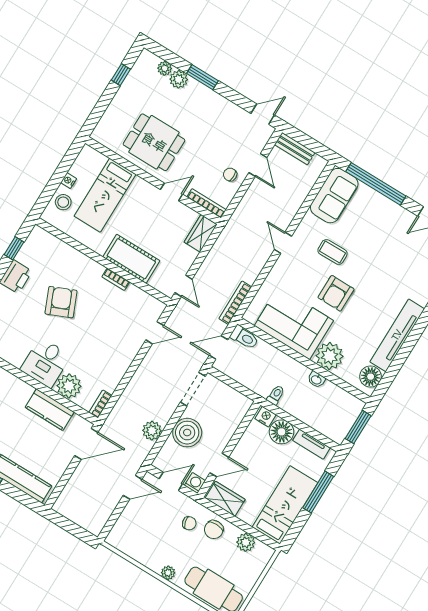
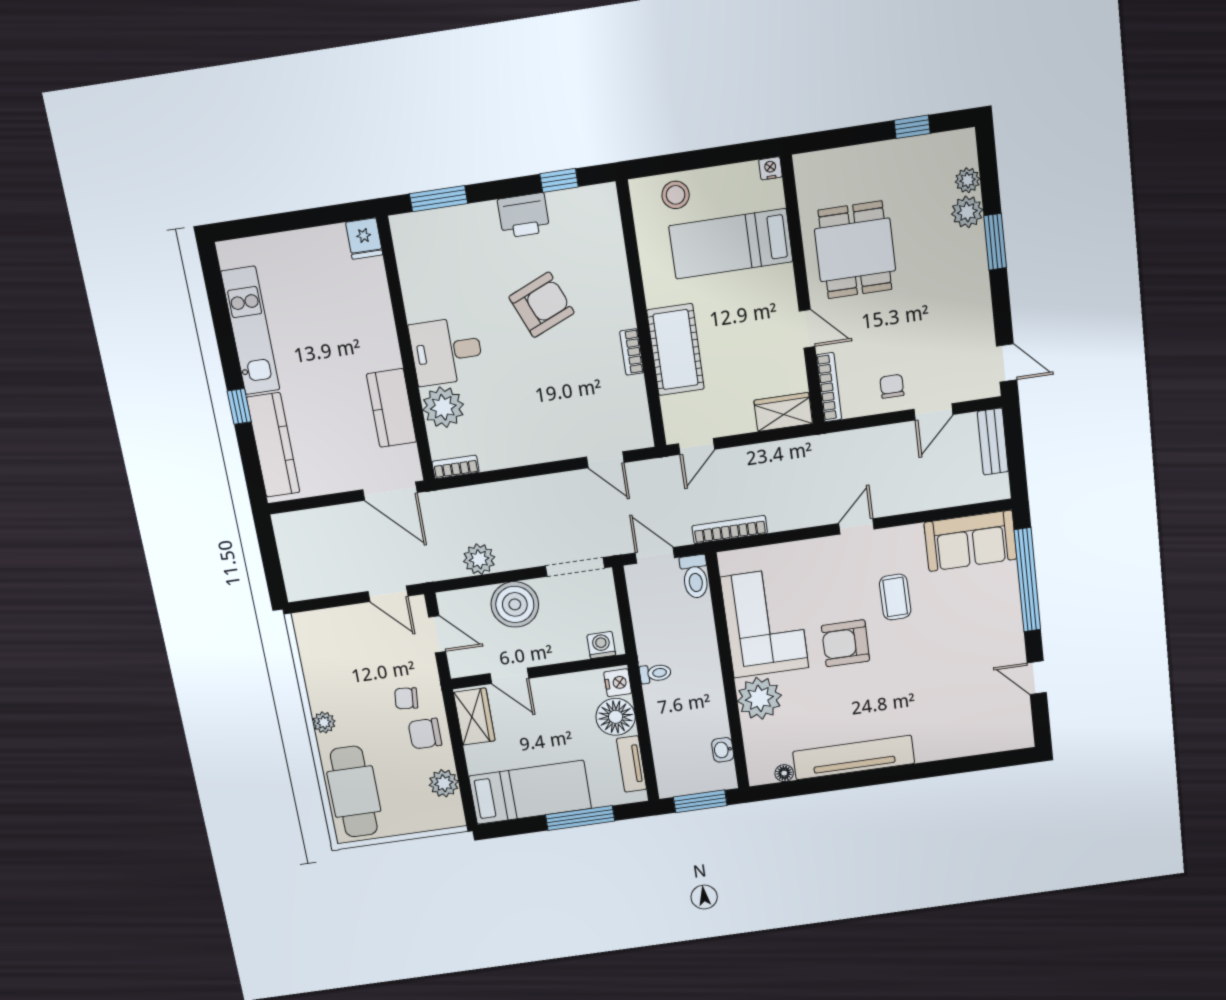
nightstand: (69, 181) -> (770, 168), moved
floor lamp: (371, 377) -> (784, 773), width x0.53, depth x0.53
washbasin: (316, 380) -> (723, 750), moved
washing machine: (195, 483) -> (601, 645), moved, turned -90
chair: (189, 523) -> (406, 698), turned 111

